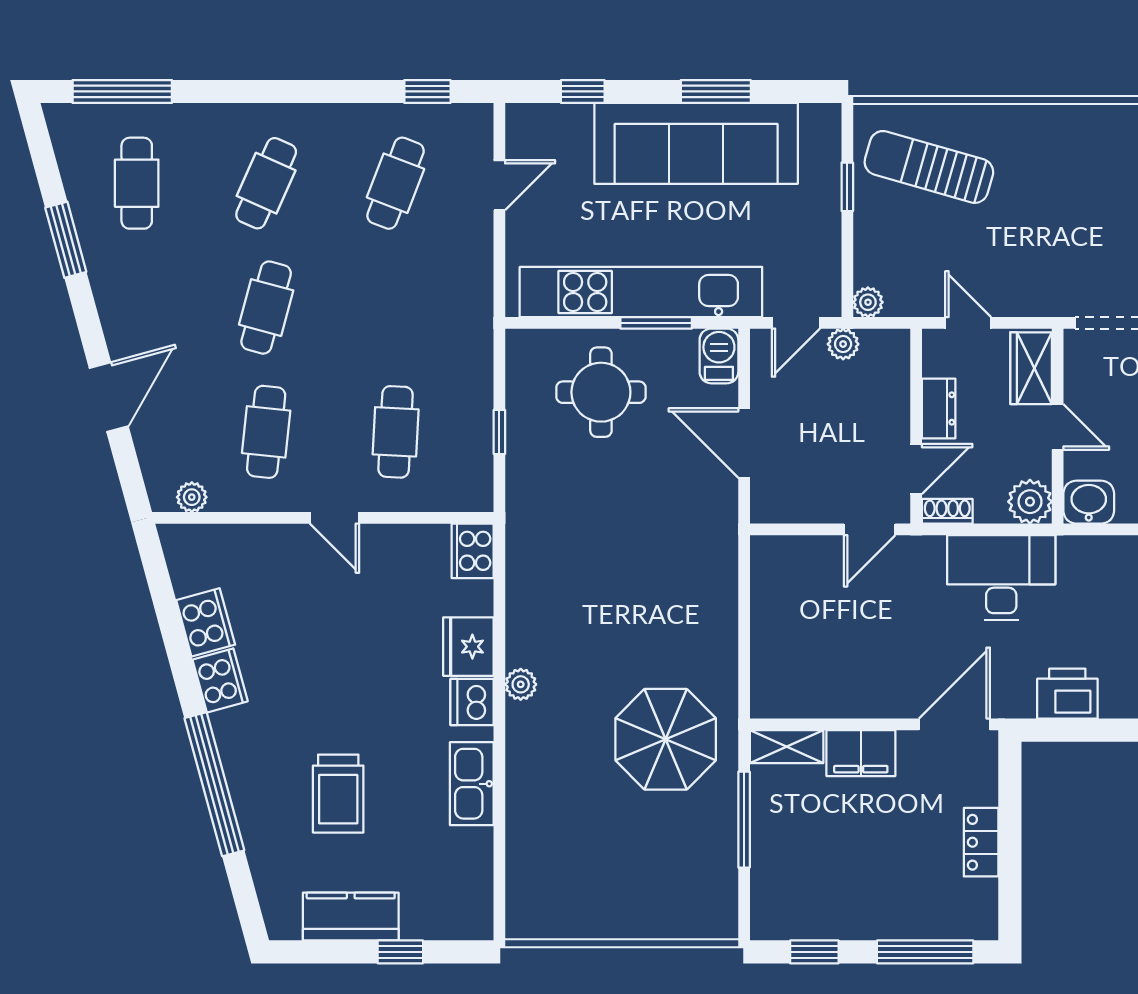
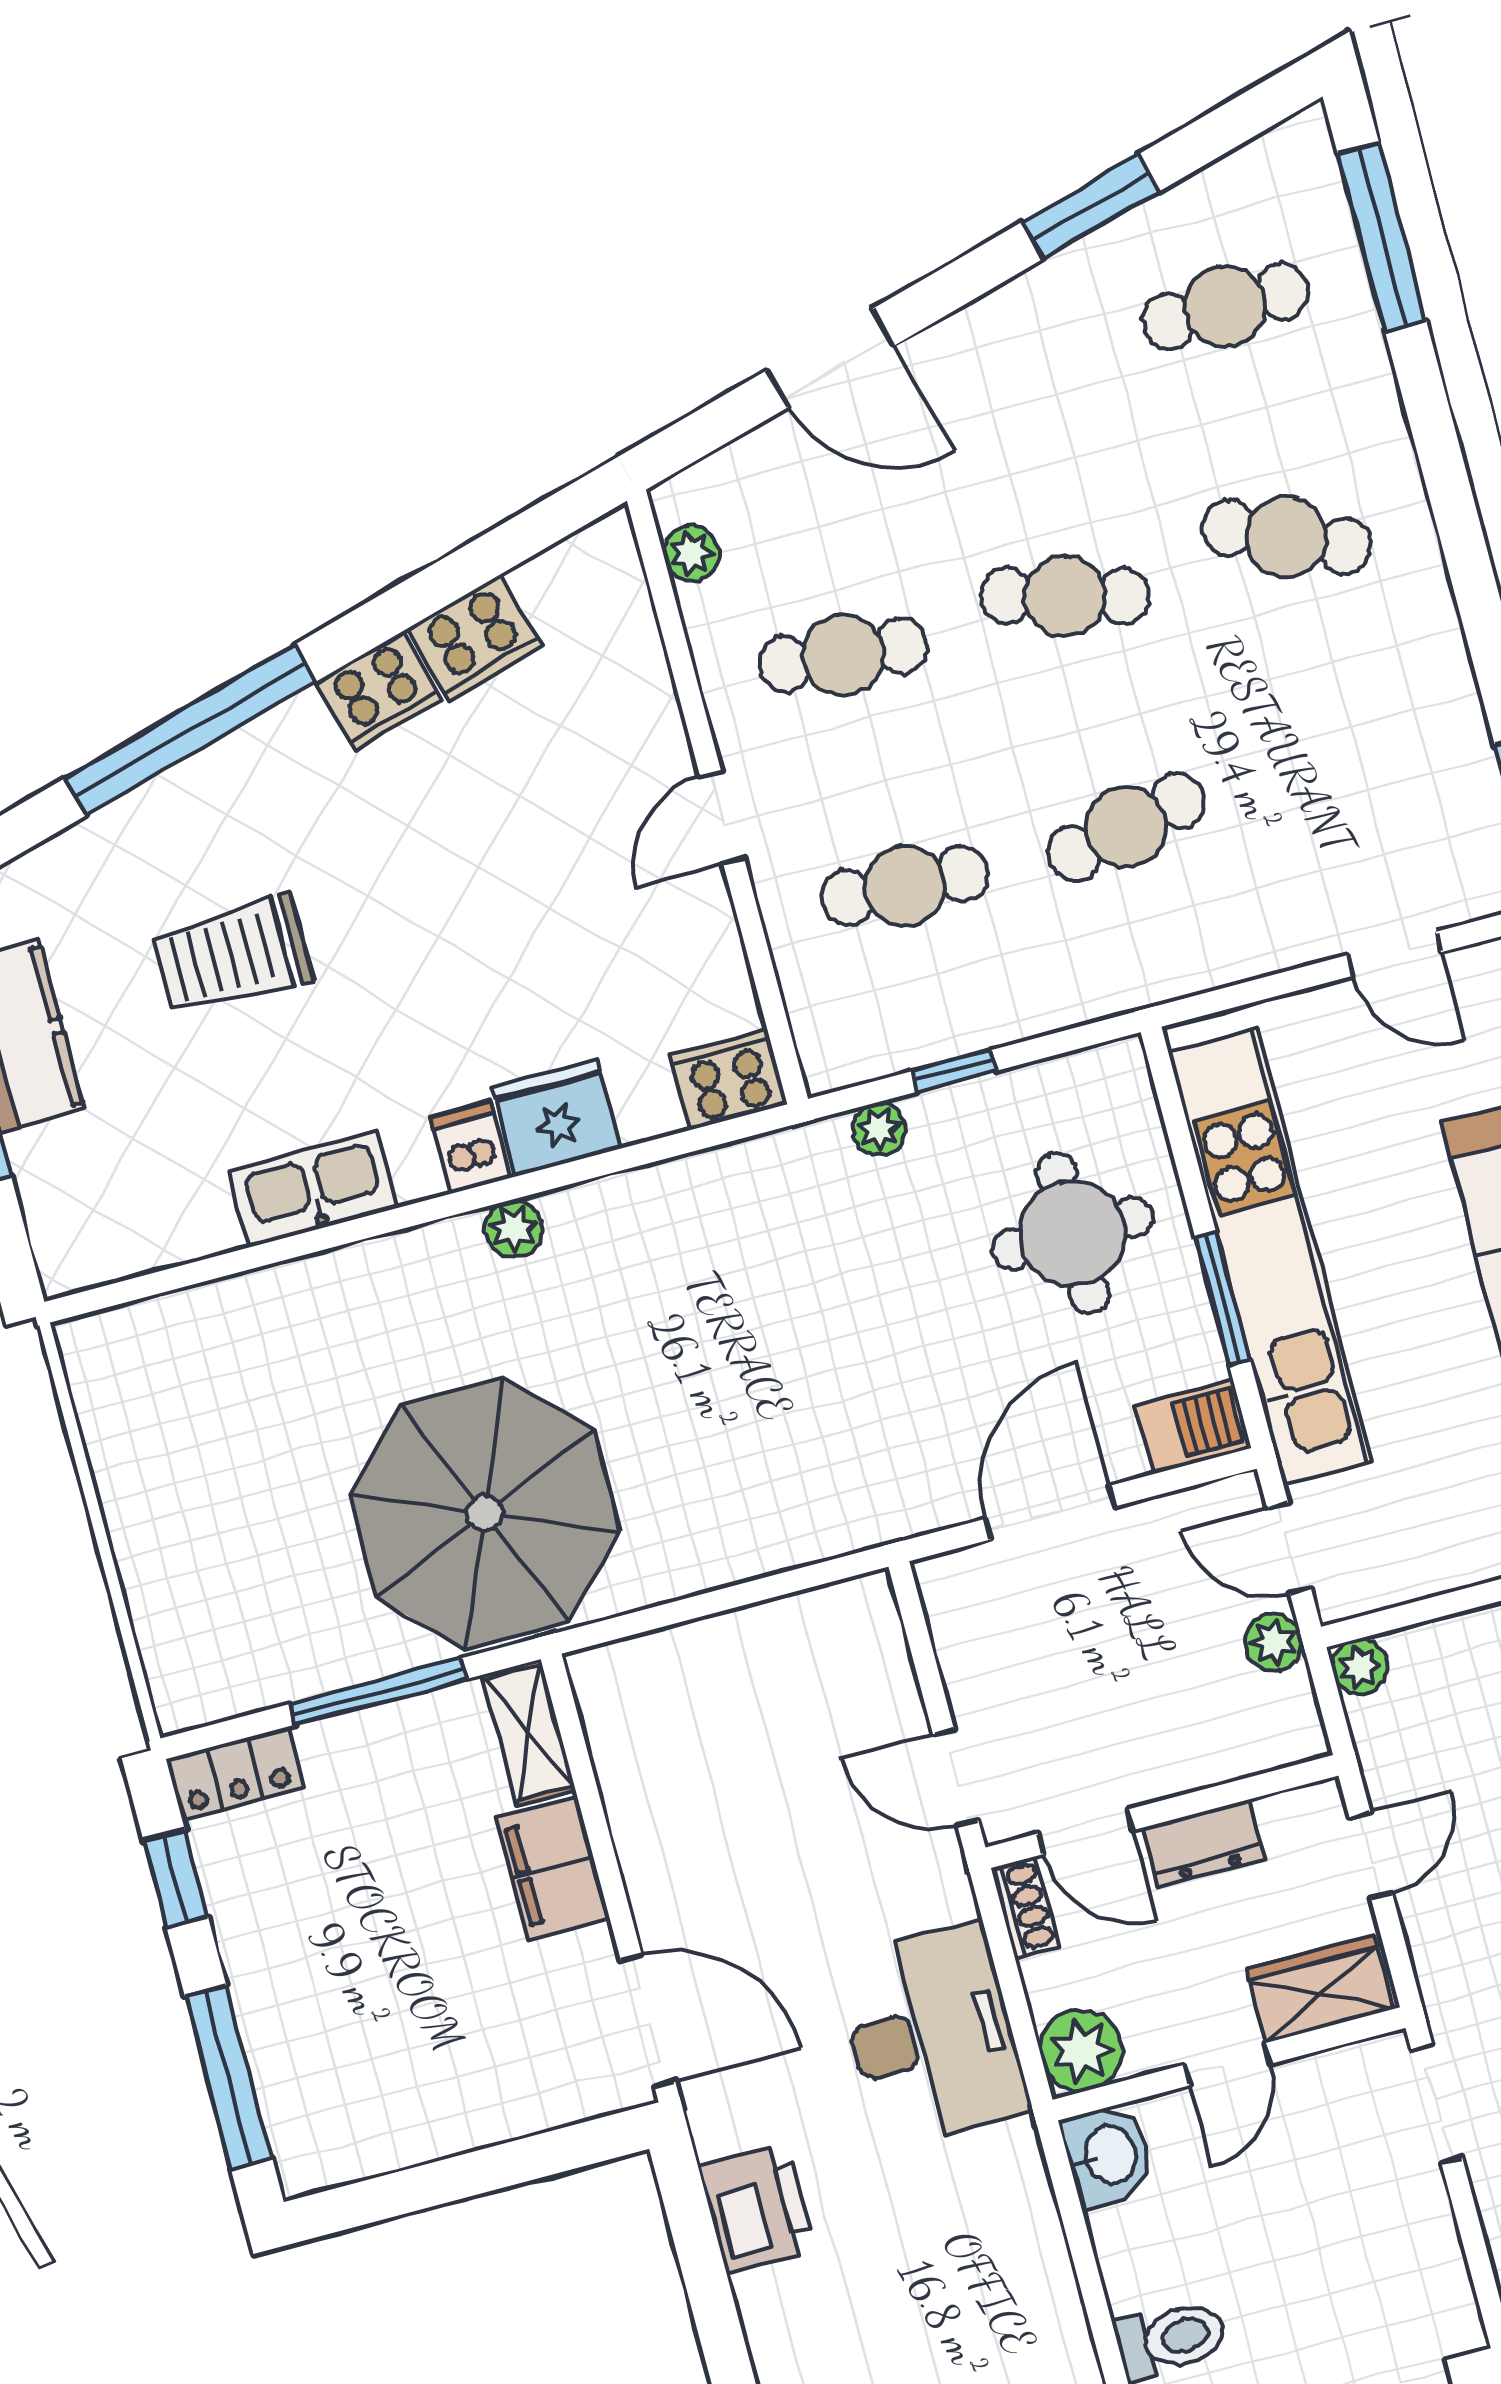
cafe table: (396, 183) -> (1126, 827), moved, turned -33
plant: (520, 479) -> (879, 1129), added
dishwasher: (472, 702) -> (470, 1147), width x0.73
parasol: (666, 739) -> (485, 1513), width x1.36, depth x1.36
locker: (981, 842) -> (235, 1774), moved, turned 180

